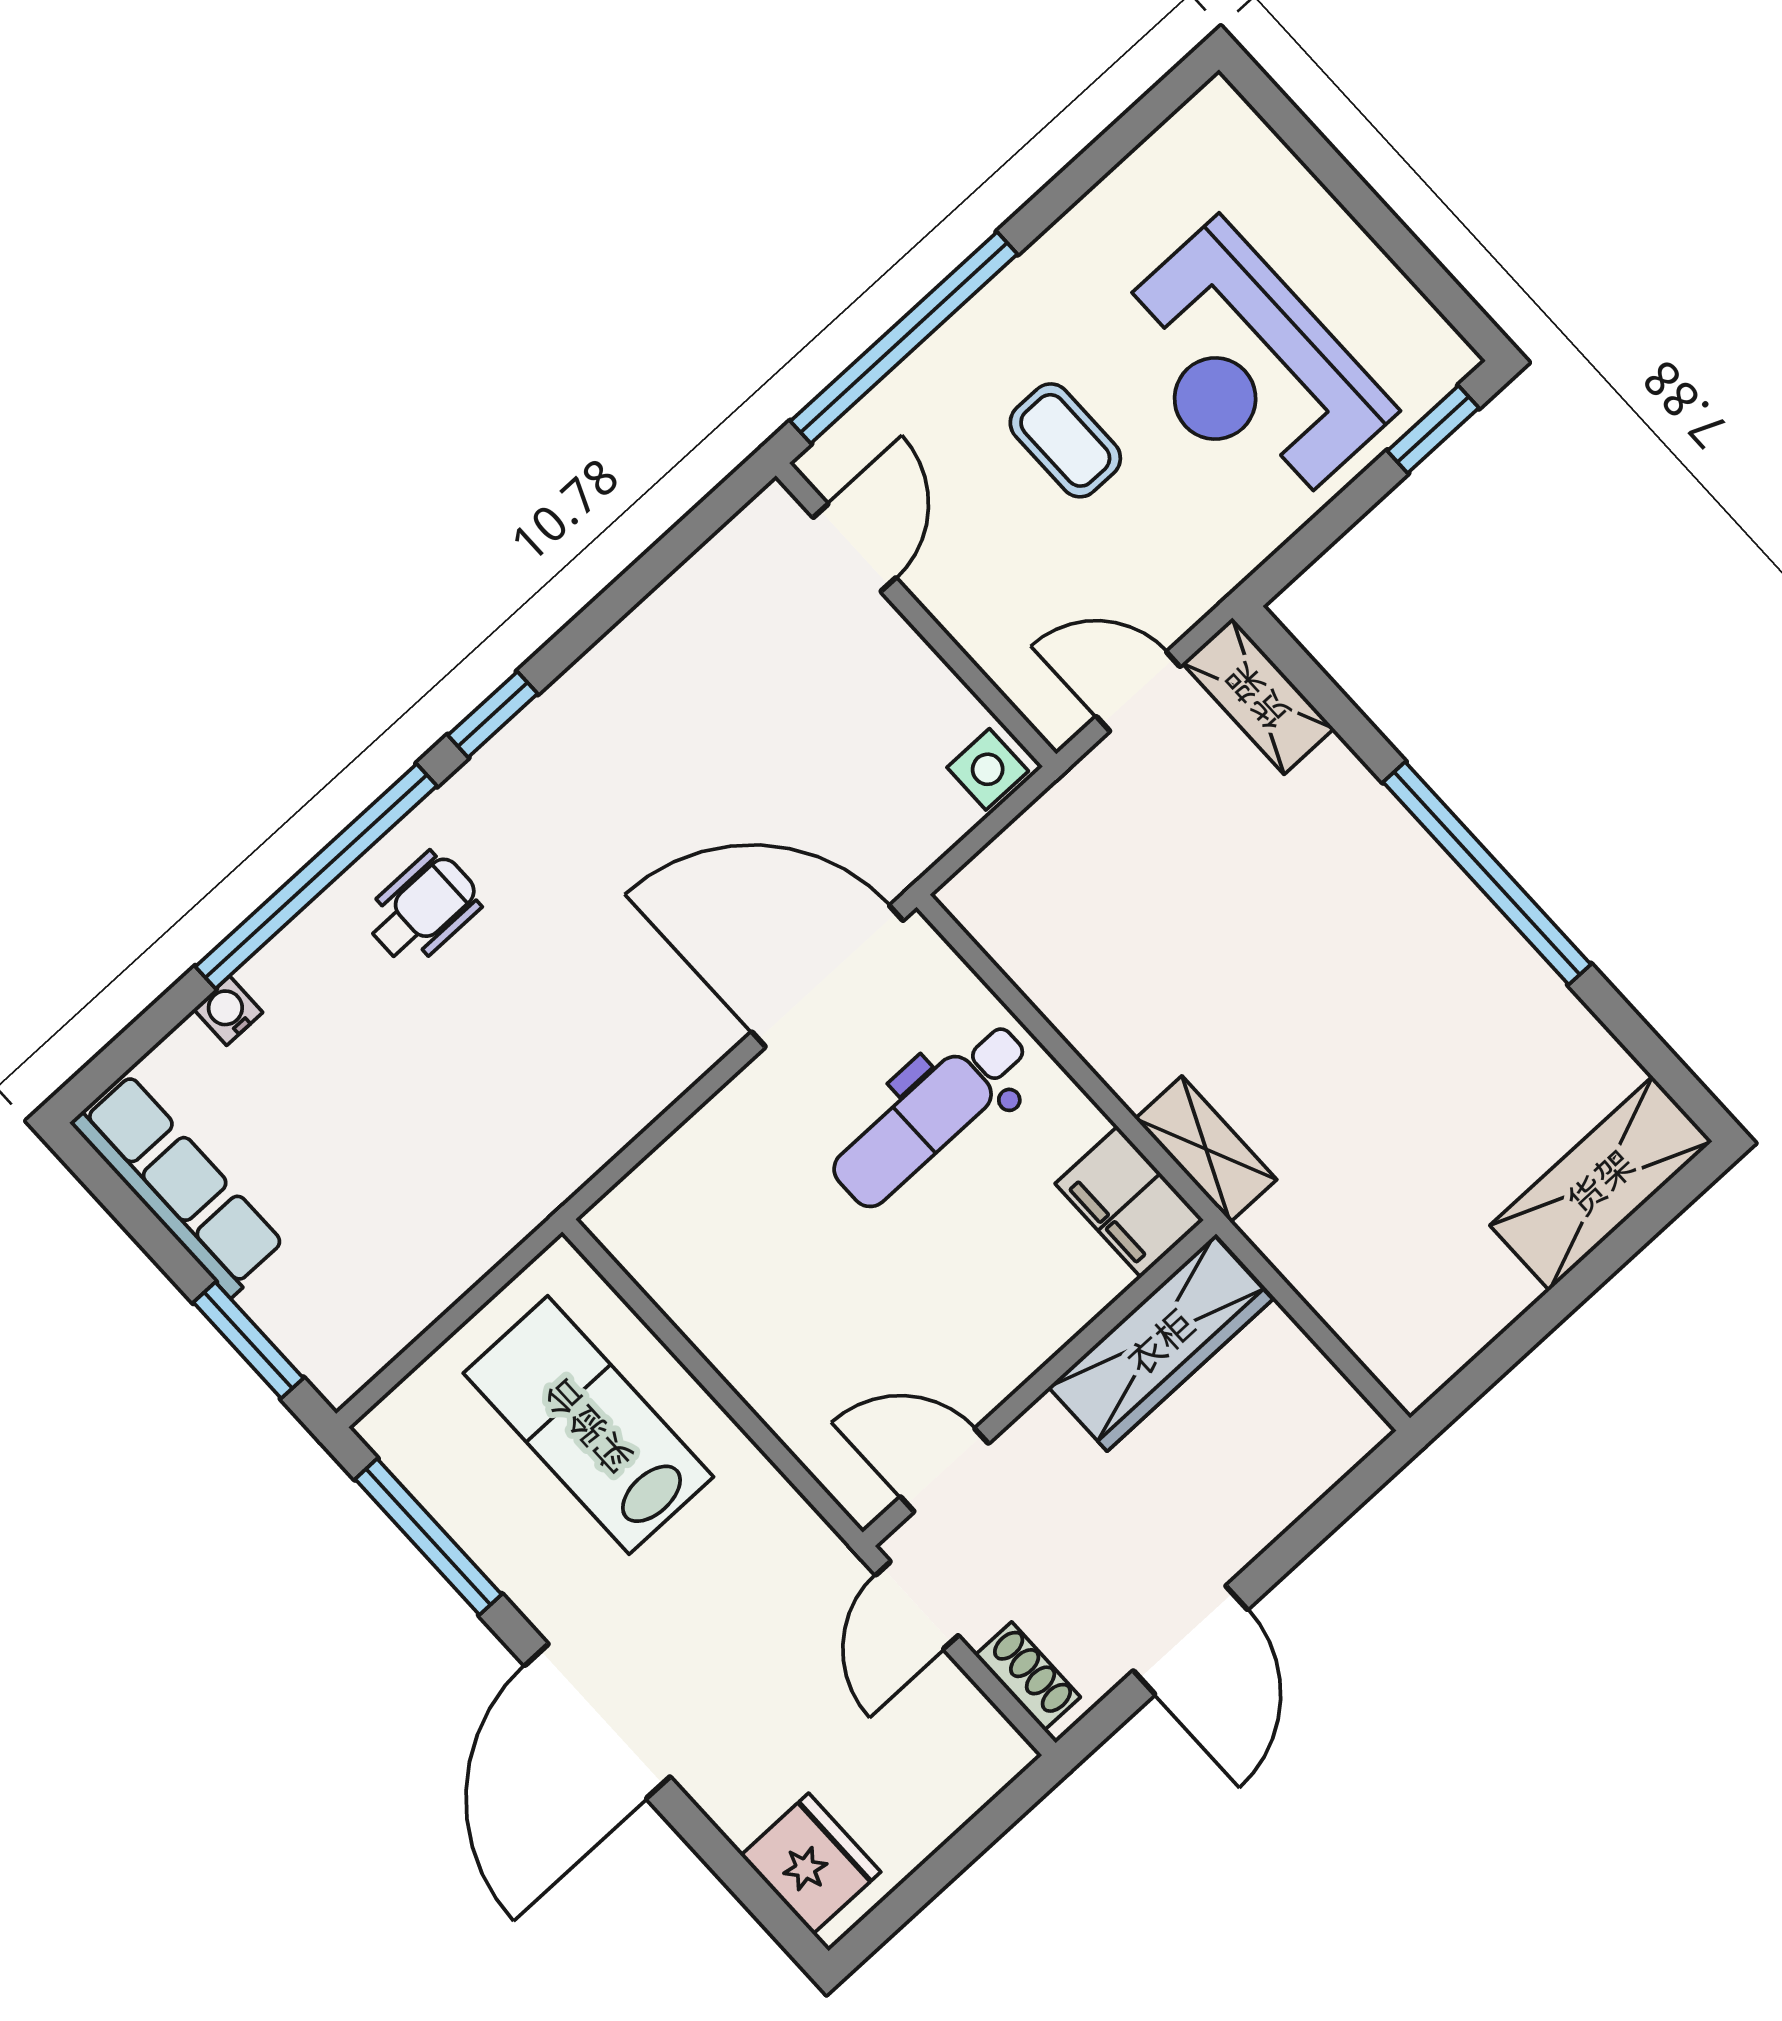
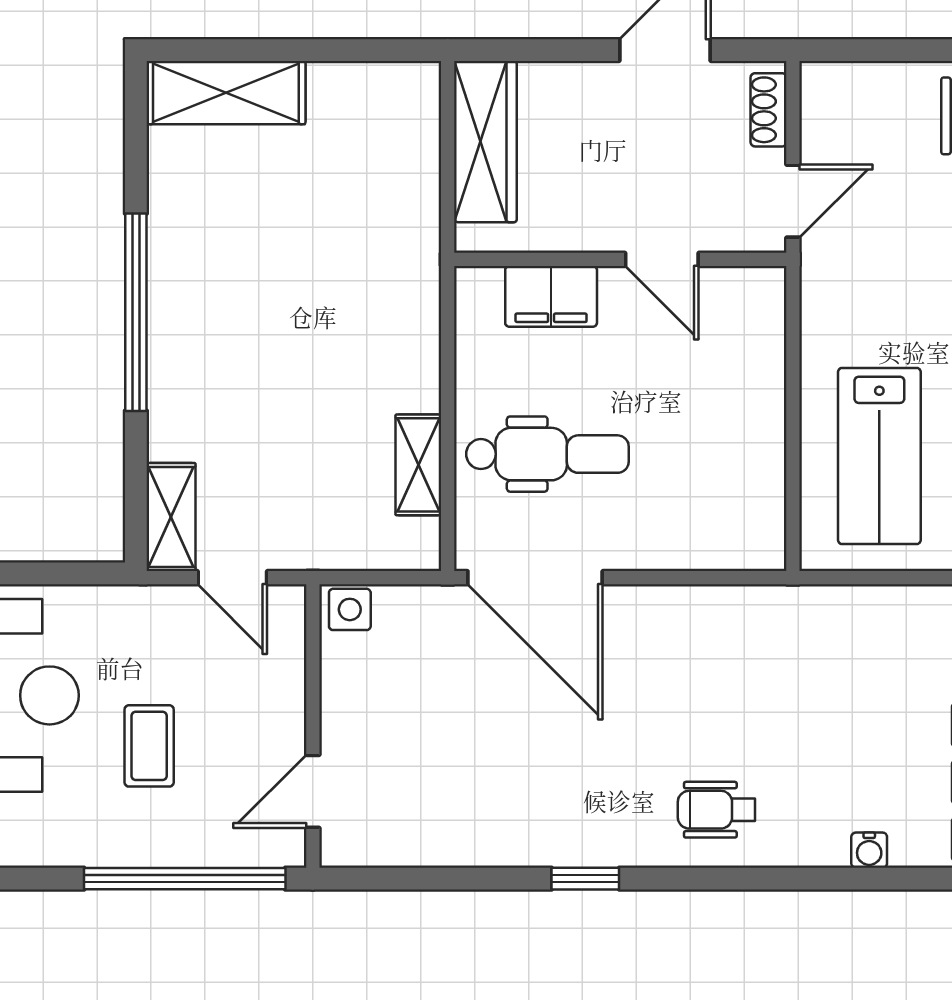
window: (316, 876) -> (757, 879), removed
shelving: (1206, 1149) -> (418, 465), moved
filing cabinet: (1129, 1202) -> (551, 296), moved, turned 90
wardrobe: (1161, 1343) -> (485, 142), moved, turned 90
door: (944, 1470) -> (662, 259), moved

